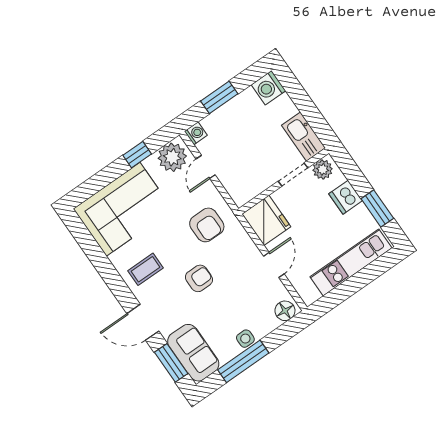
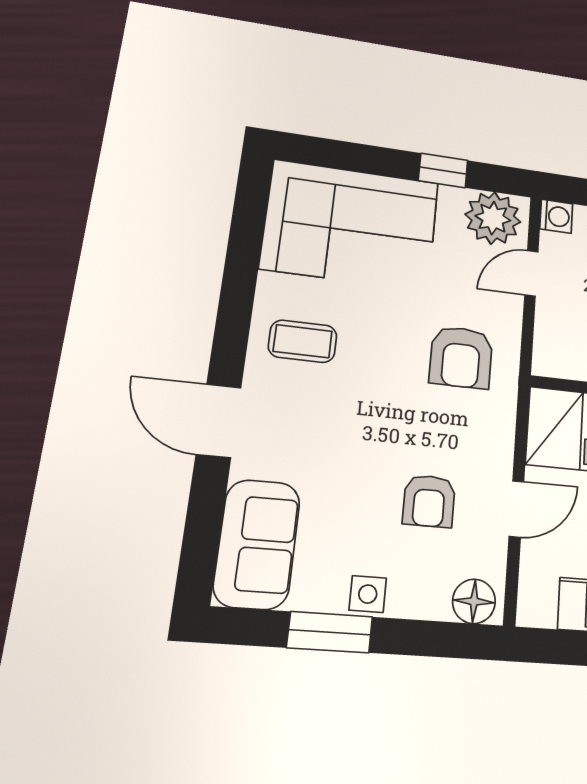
armchair: (199, 278) -> (429, 501), moved, turned 90
window: (243, 361) -> (330, 632), width x0.69
window: (171, 363) -> (203, 530), removed

